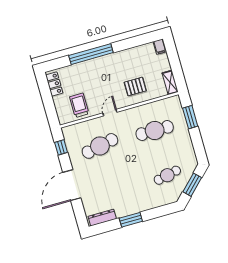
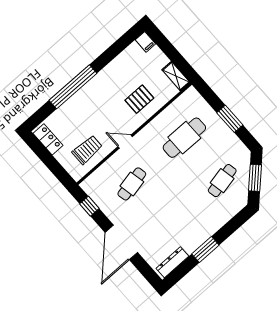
trolley: (79, 105) -> (87, 150), turned 90
door: (110, 113) -> (125, 142), hinge flipped
window: (190, 117) -> (230, 119), moved
cafe table: (100, 146) -> (132, 184), width x0.73, depth x0.74

